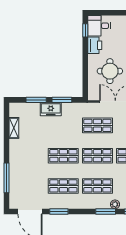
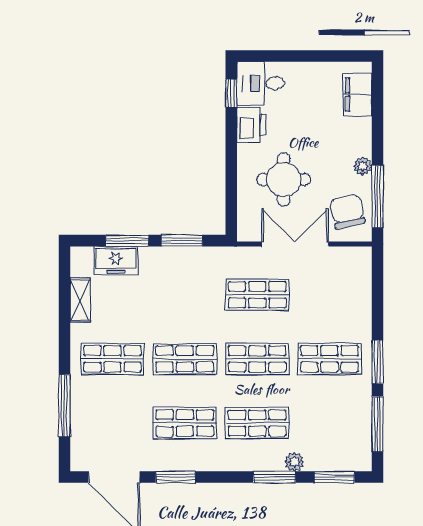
freezer: (51, 109) -> (116, 260), moved
shop shelf: (29, 156) -> (112, 359), added

